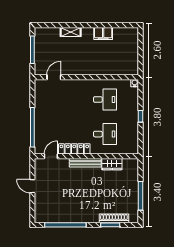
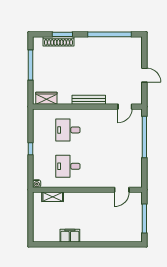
shelving: (71, 32) -> (53, 197), moved
locker: (74, 149) -> (100, 114), removed
wardrobe: (112, 164) -> (46, 98), moved

